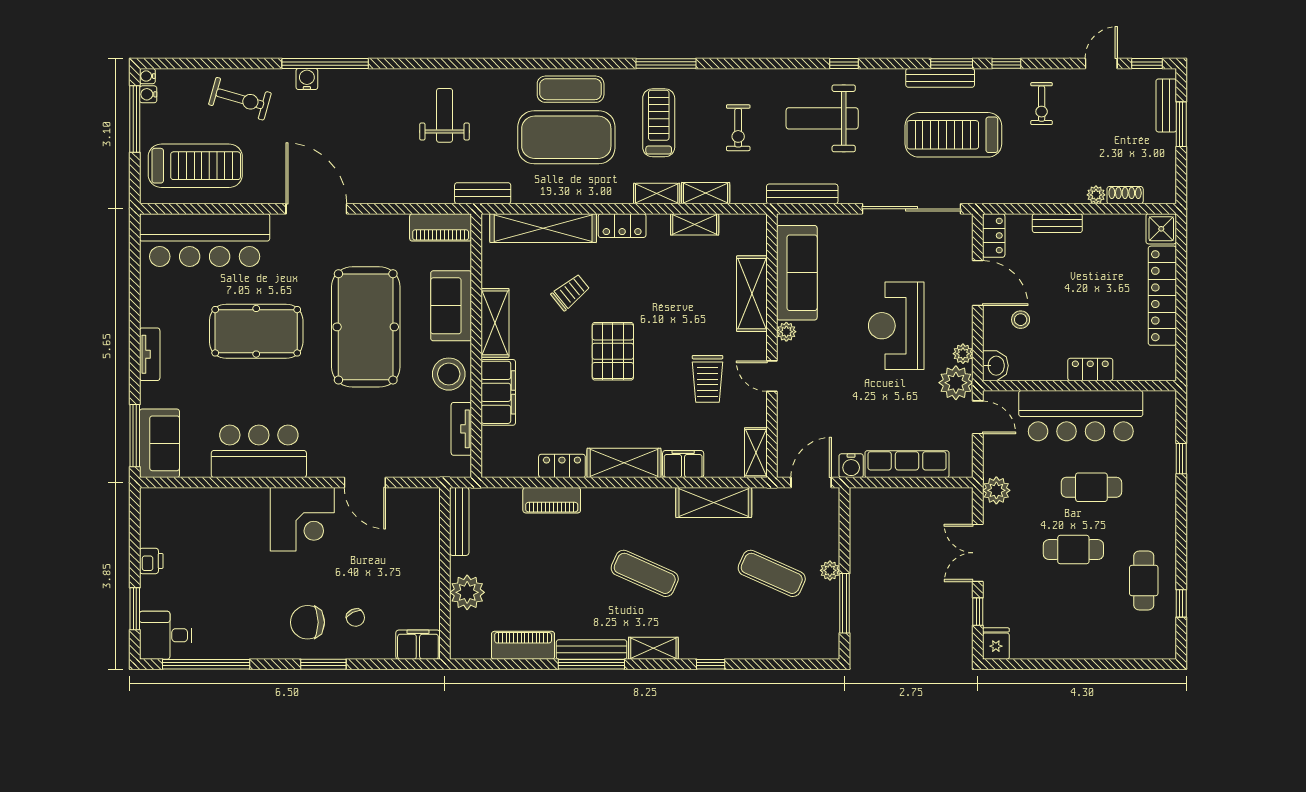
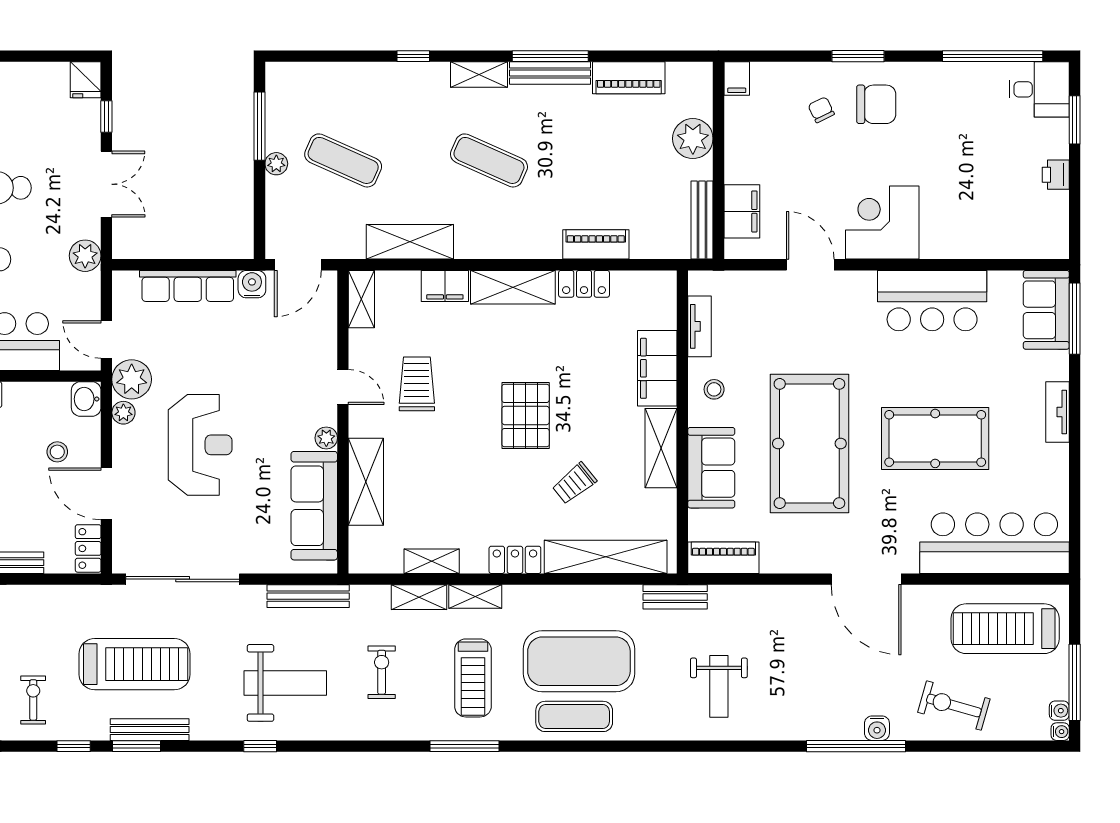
stool: (449, 374) -> (714, 389), width x0.53, depth x0.53
filing cabinet: (424, 529) -> (742, 211), added
filing cabinet: (418, 645) -> (737, 79), width x0.50

